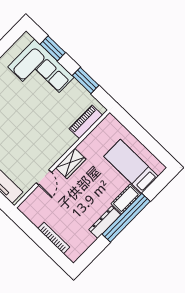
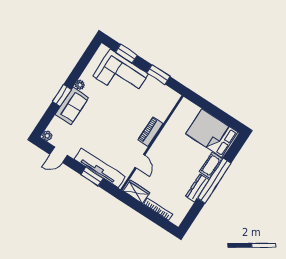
piano: (86, 122) -> (151, 132), moved
wardrobe: (71, 163) -> (136, 192), moved, turned -90
bed: (131, 166) -> (213, 134), width x1.50

